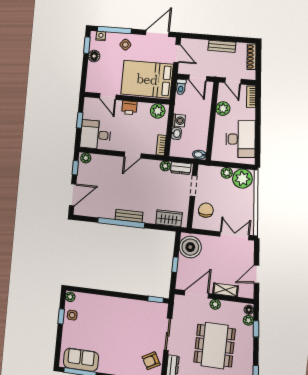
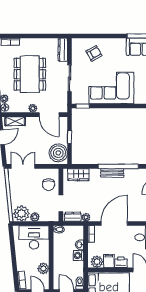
filing cabinet: (143, 111) -> (109, 261), added
desk: (241, 139) -> (34, 237), moved, turned 96
door: (133, 155) -> (114, 224), width x1.87
double door: (234, 236) -> (23, 166), swing flipped
shelving: (225, 290) -> (15, 121), moved
door: (196, 294) -> (49, 115), hinge flipped
corner sofa: (120, 316) -> (111, 88), added
armchair: (151, 361) -> (94, 53), moved

